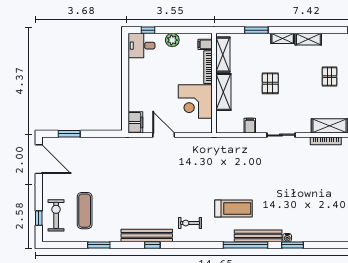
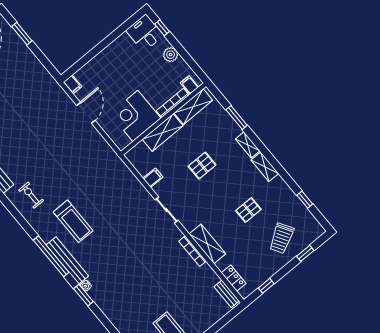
filing cabinet: (135, 122) -> (72, 84), width x0.50

